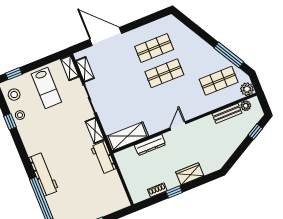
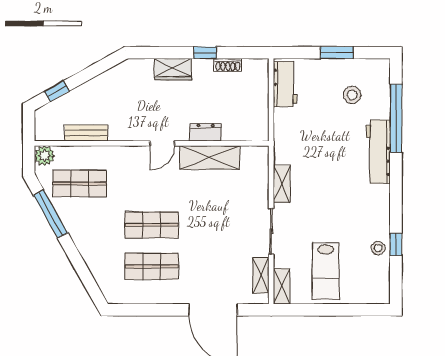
window: (14, 74) -> (363, 310), removed
lab bench: (46, 88) -> (326, 271), turned 180
stool: (14, 95) -> (352, 95), moved
plant: (246, 106) -> (56, 133), removed
shelving: (127, 136) -> (210, 157), moved
dresser: (150, 145) -> (206, 132), width x0.70
workbench: (103, 158) -> (285, 84), moved

